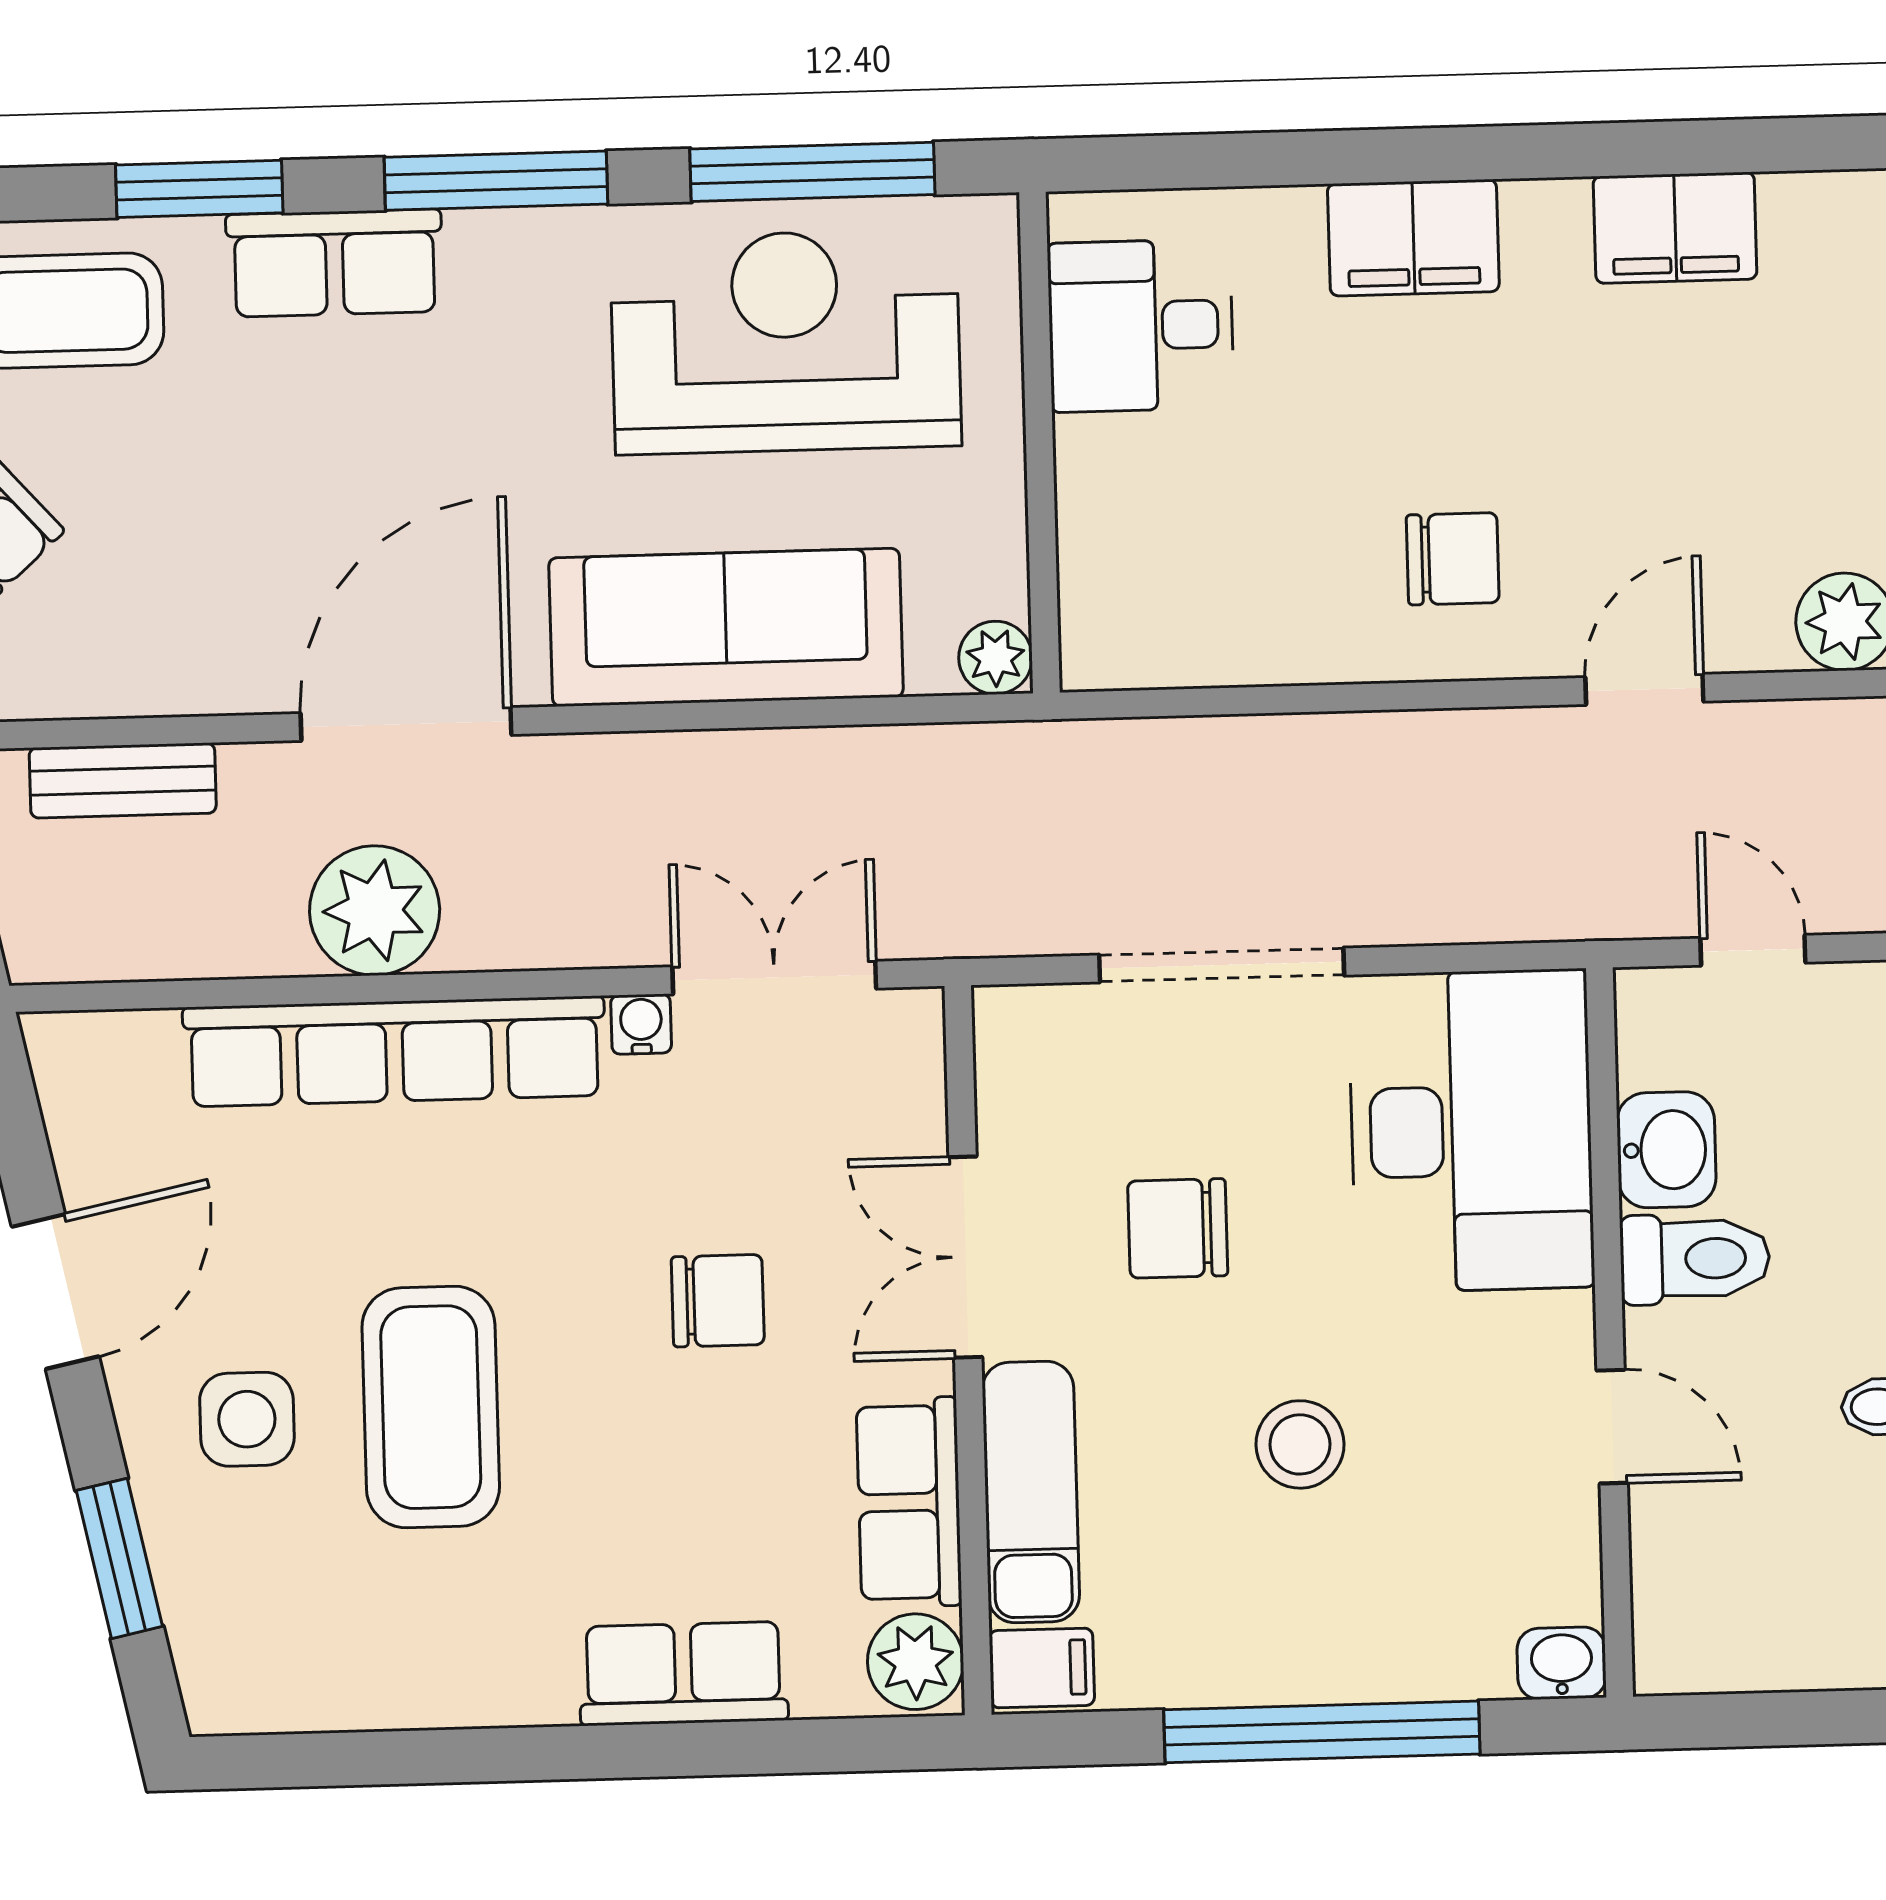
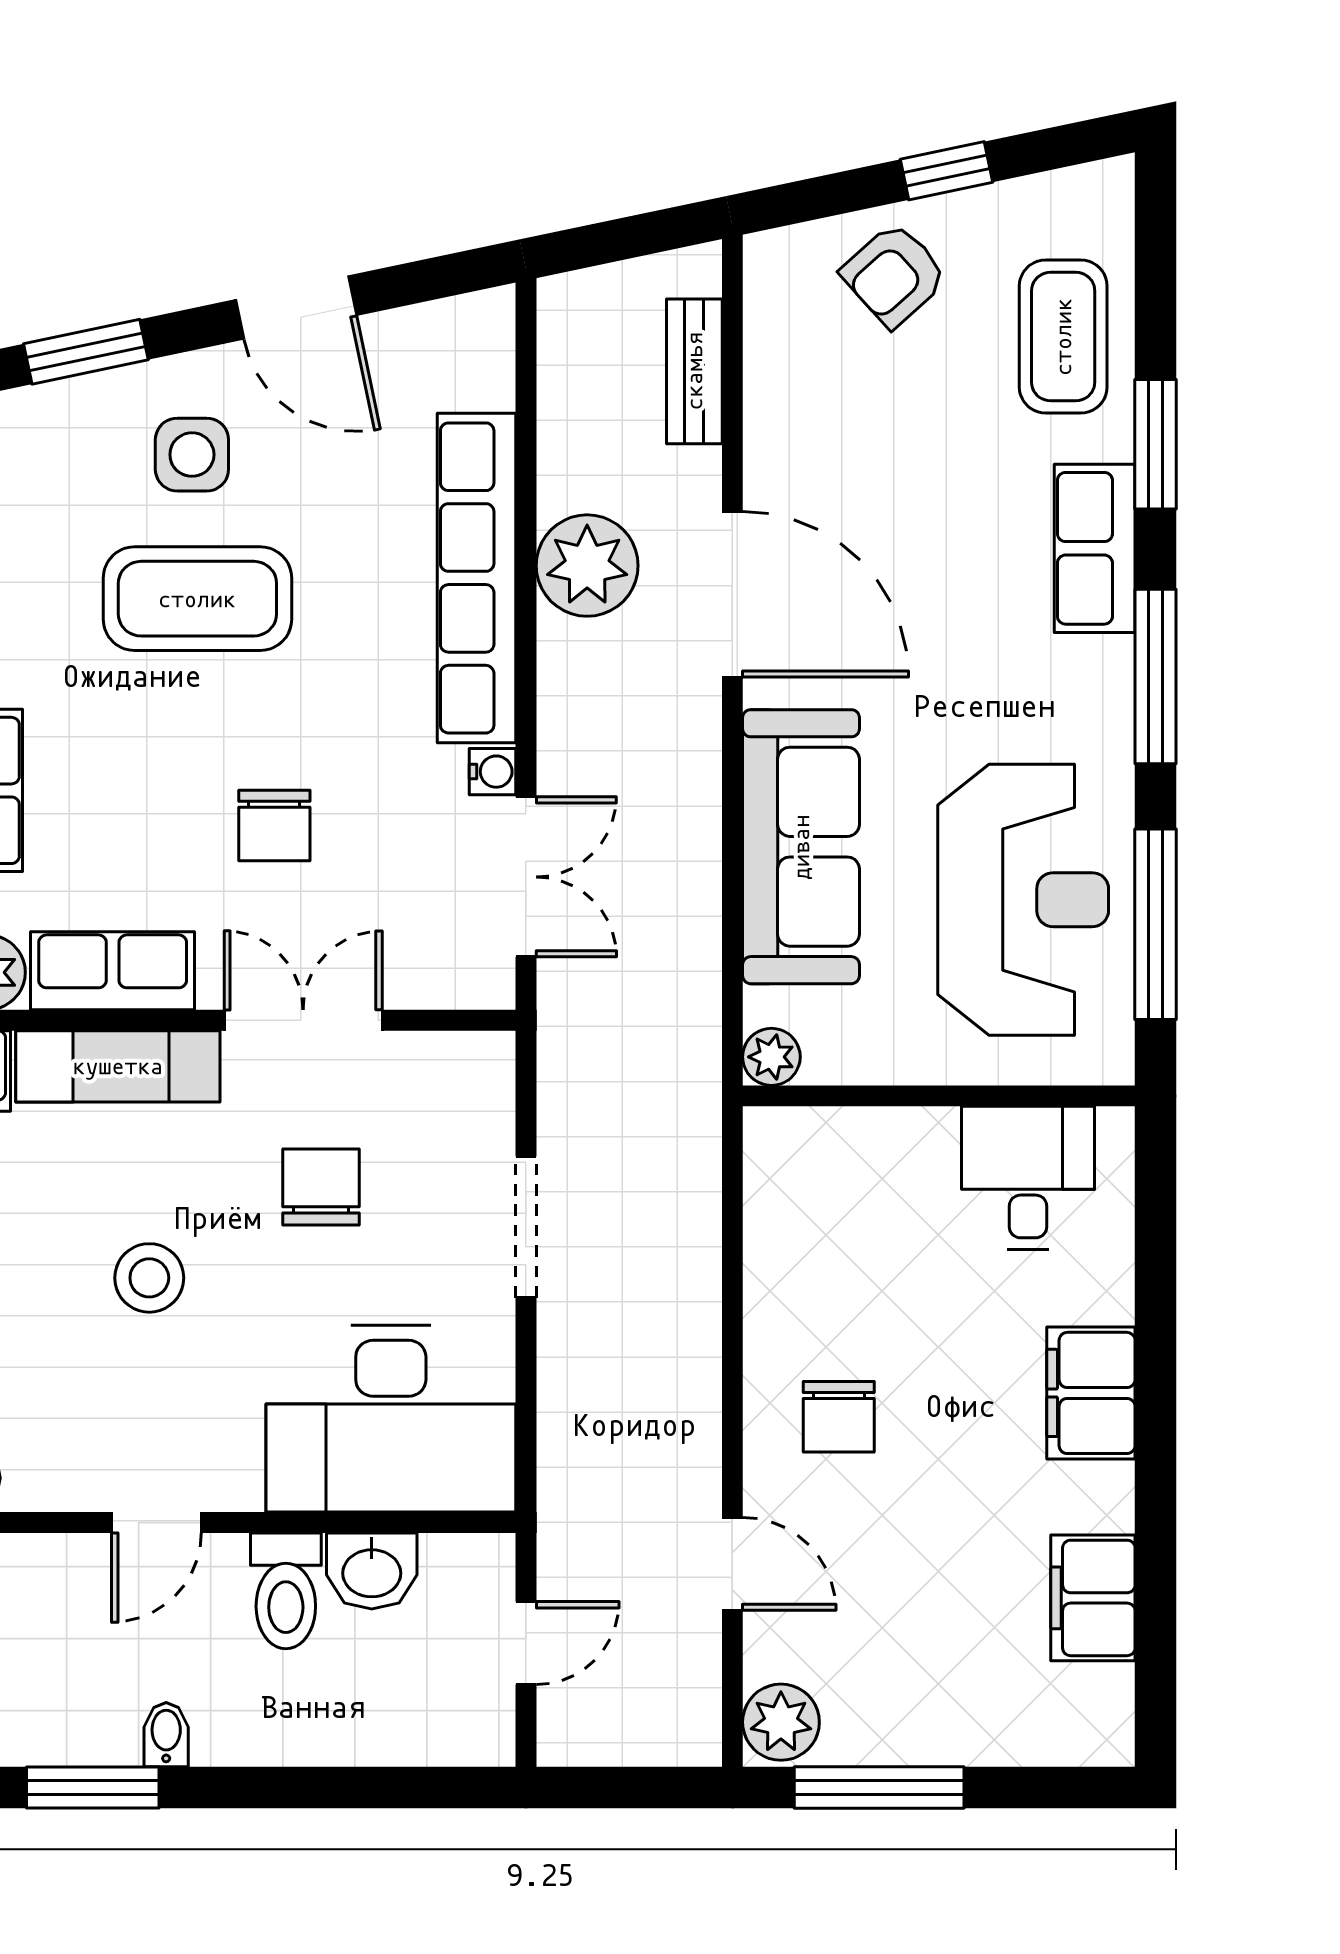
doorway: (1222, 965) -> (526, 1227), width x0.73

